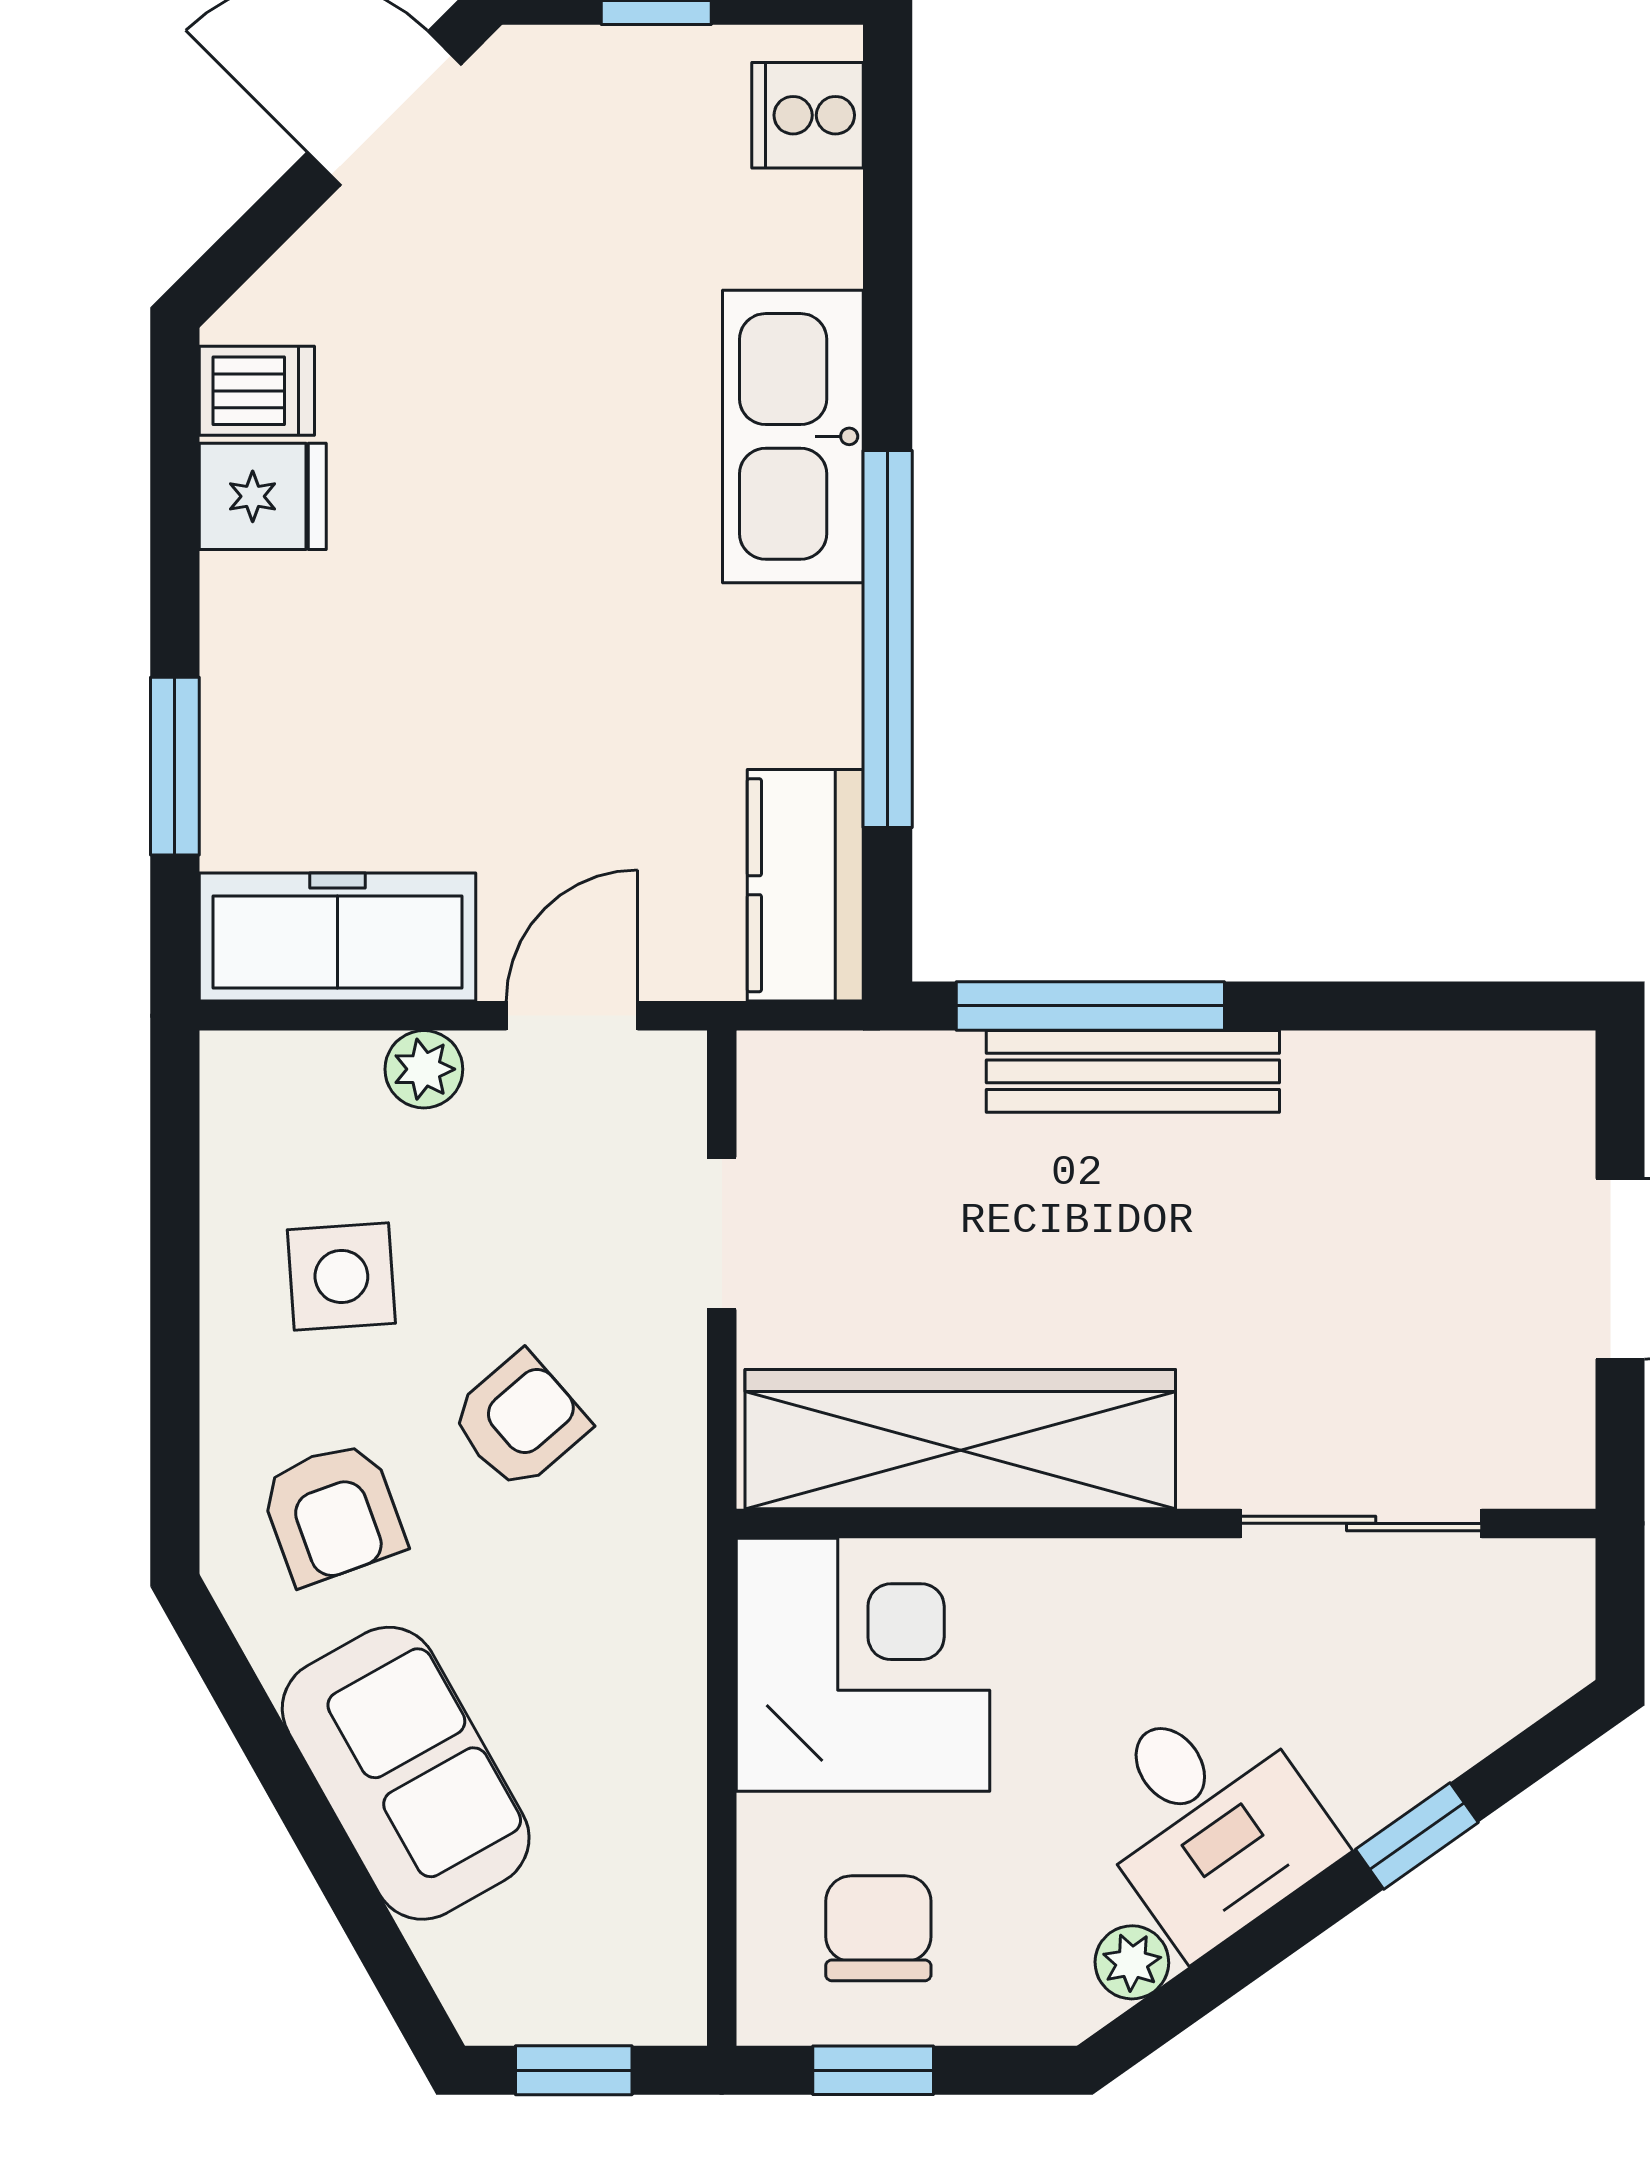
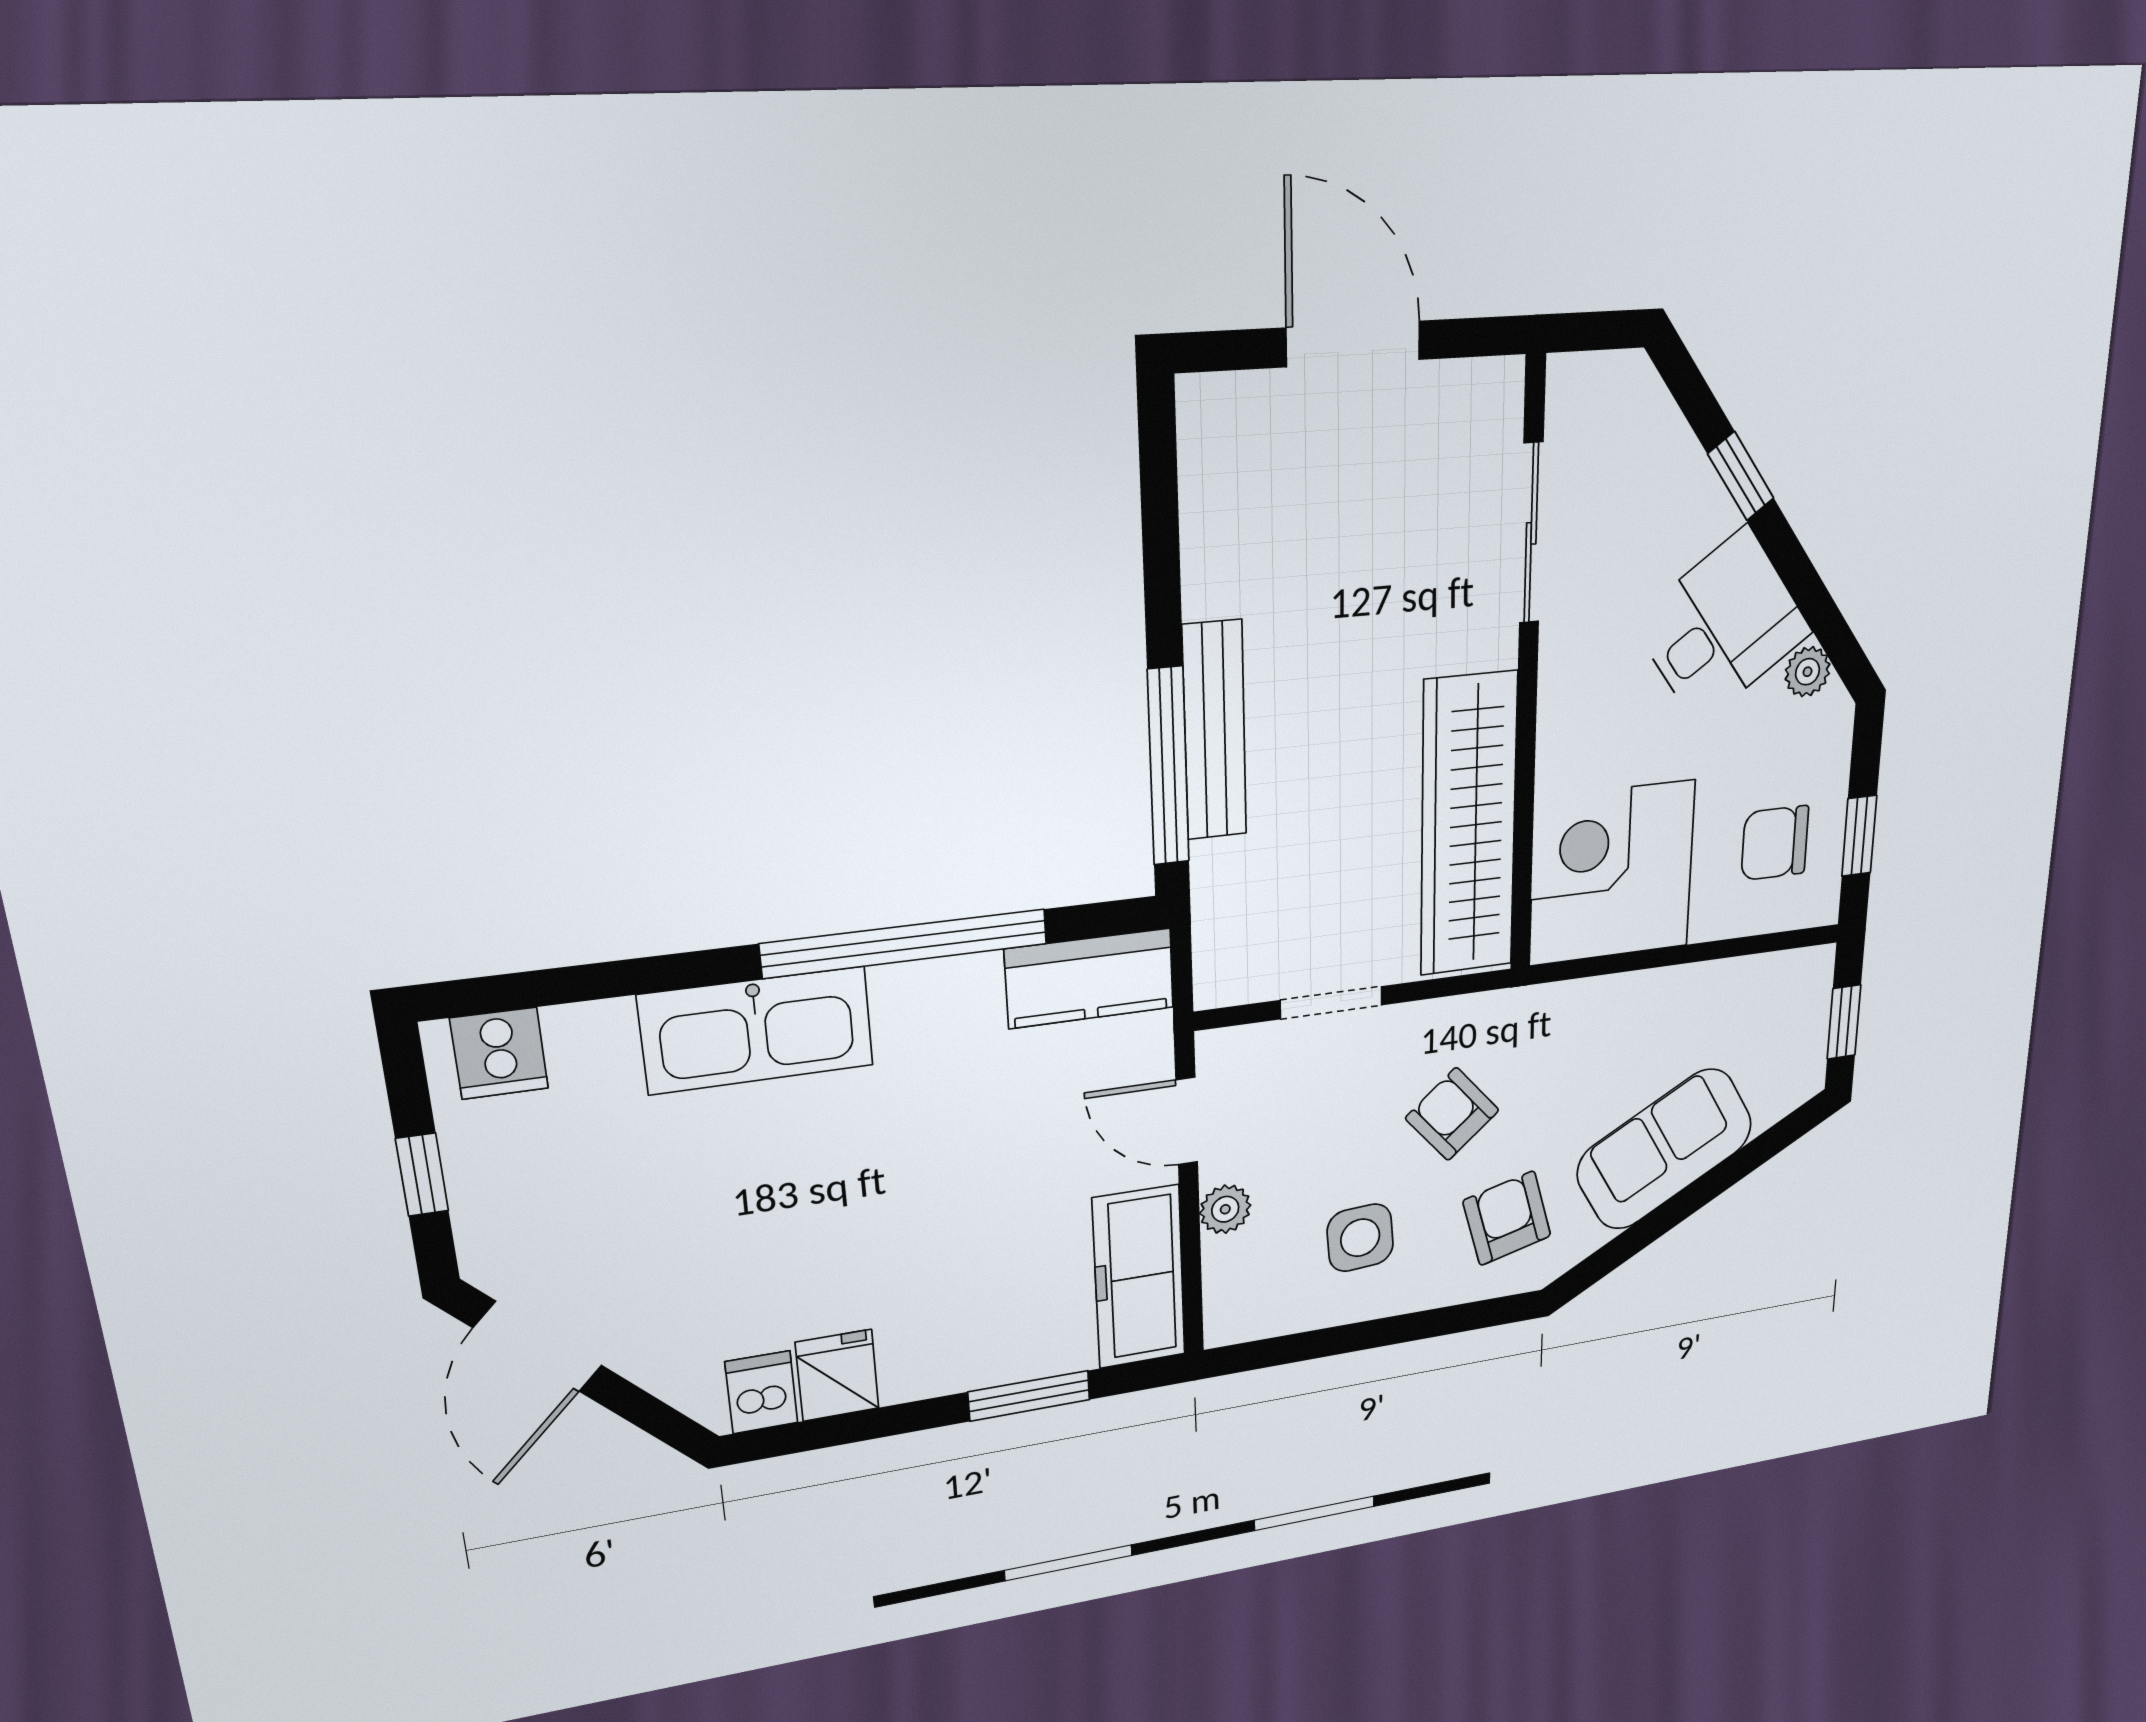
armchair: (333, 1513) -> (1507, 1218), turned -85

